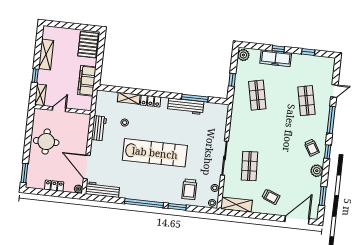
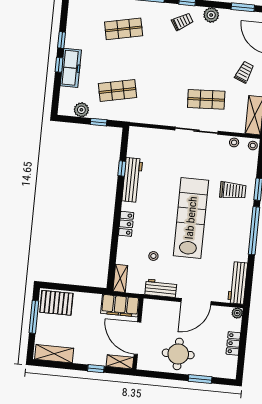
window: (77, 26) -> (34, 317), added
window: (308, 52) -> (62, 40), moved
shelving: (46, 55) -> (54, 354), moved
plant: (243, 55) -> (81, 110), moved
filing cabinet: (87, 81) -> (120, 306), moved
shelving: (129, 98) -> (120, 278), moved
window: (195, 98) -> (122, 169), width x0.46
door: (59, 109) -> (138, 338), width x1.87
door: (87, 167) -> (196, 302), moved
window: (24, 173) -> (200, 379), moved
trolley: (189, 189) -> (233, 190), moved

